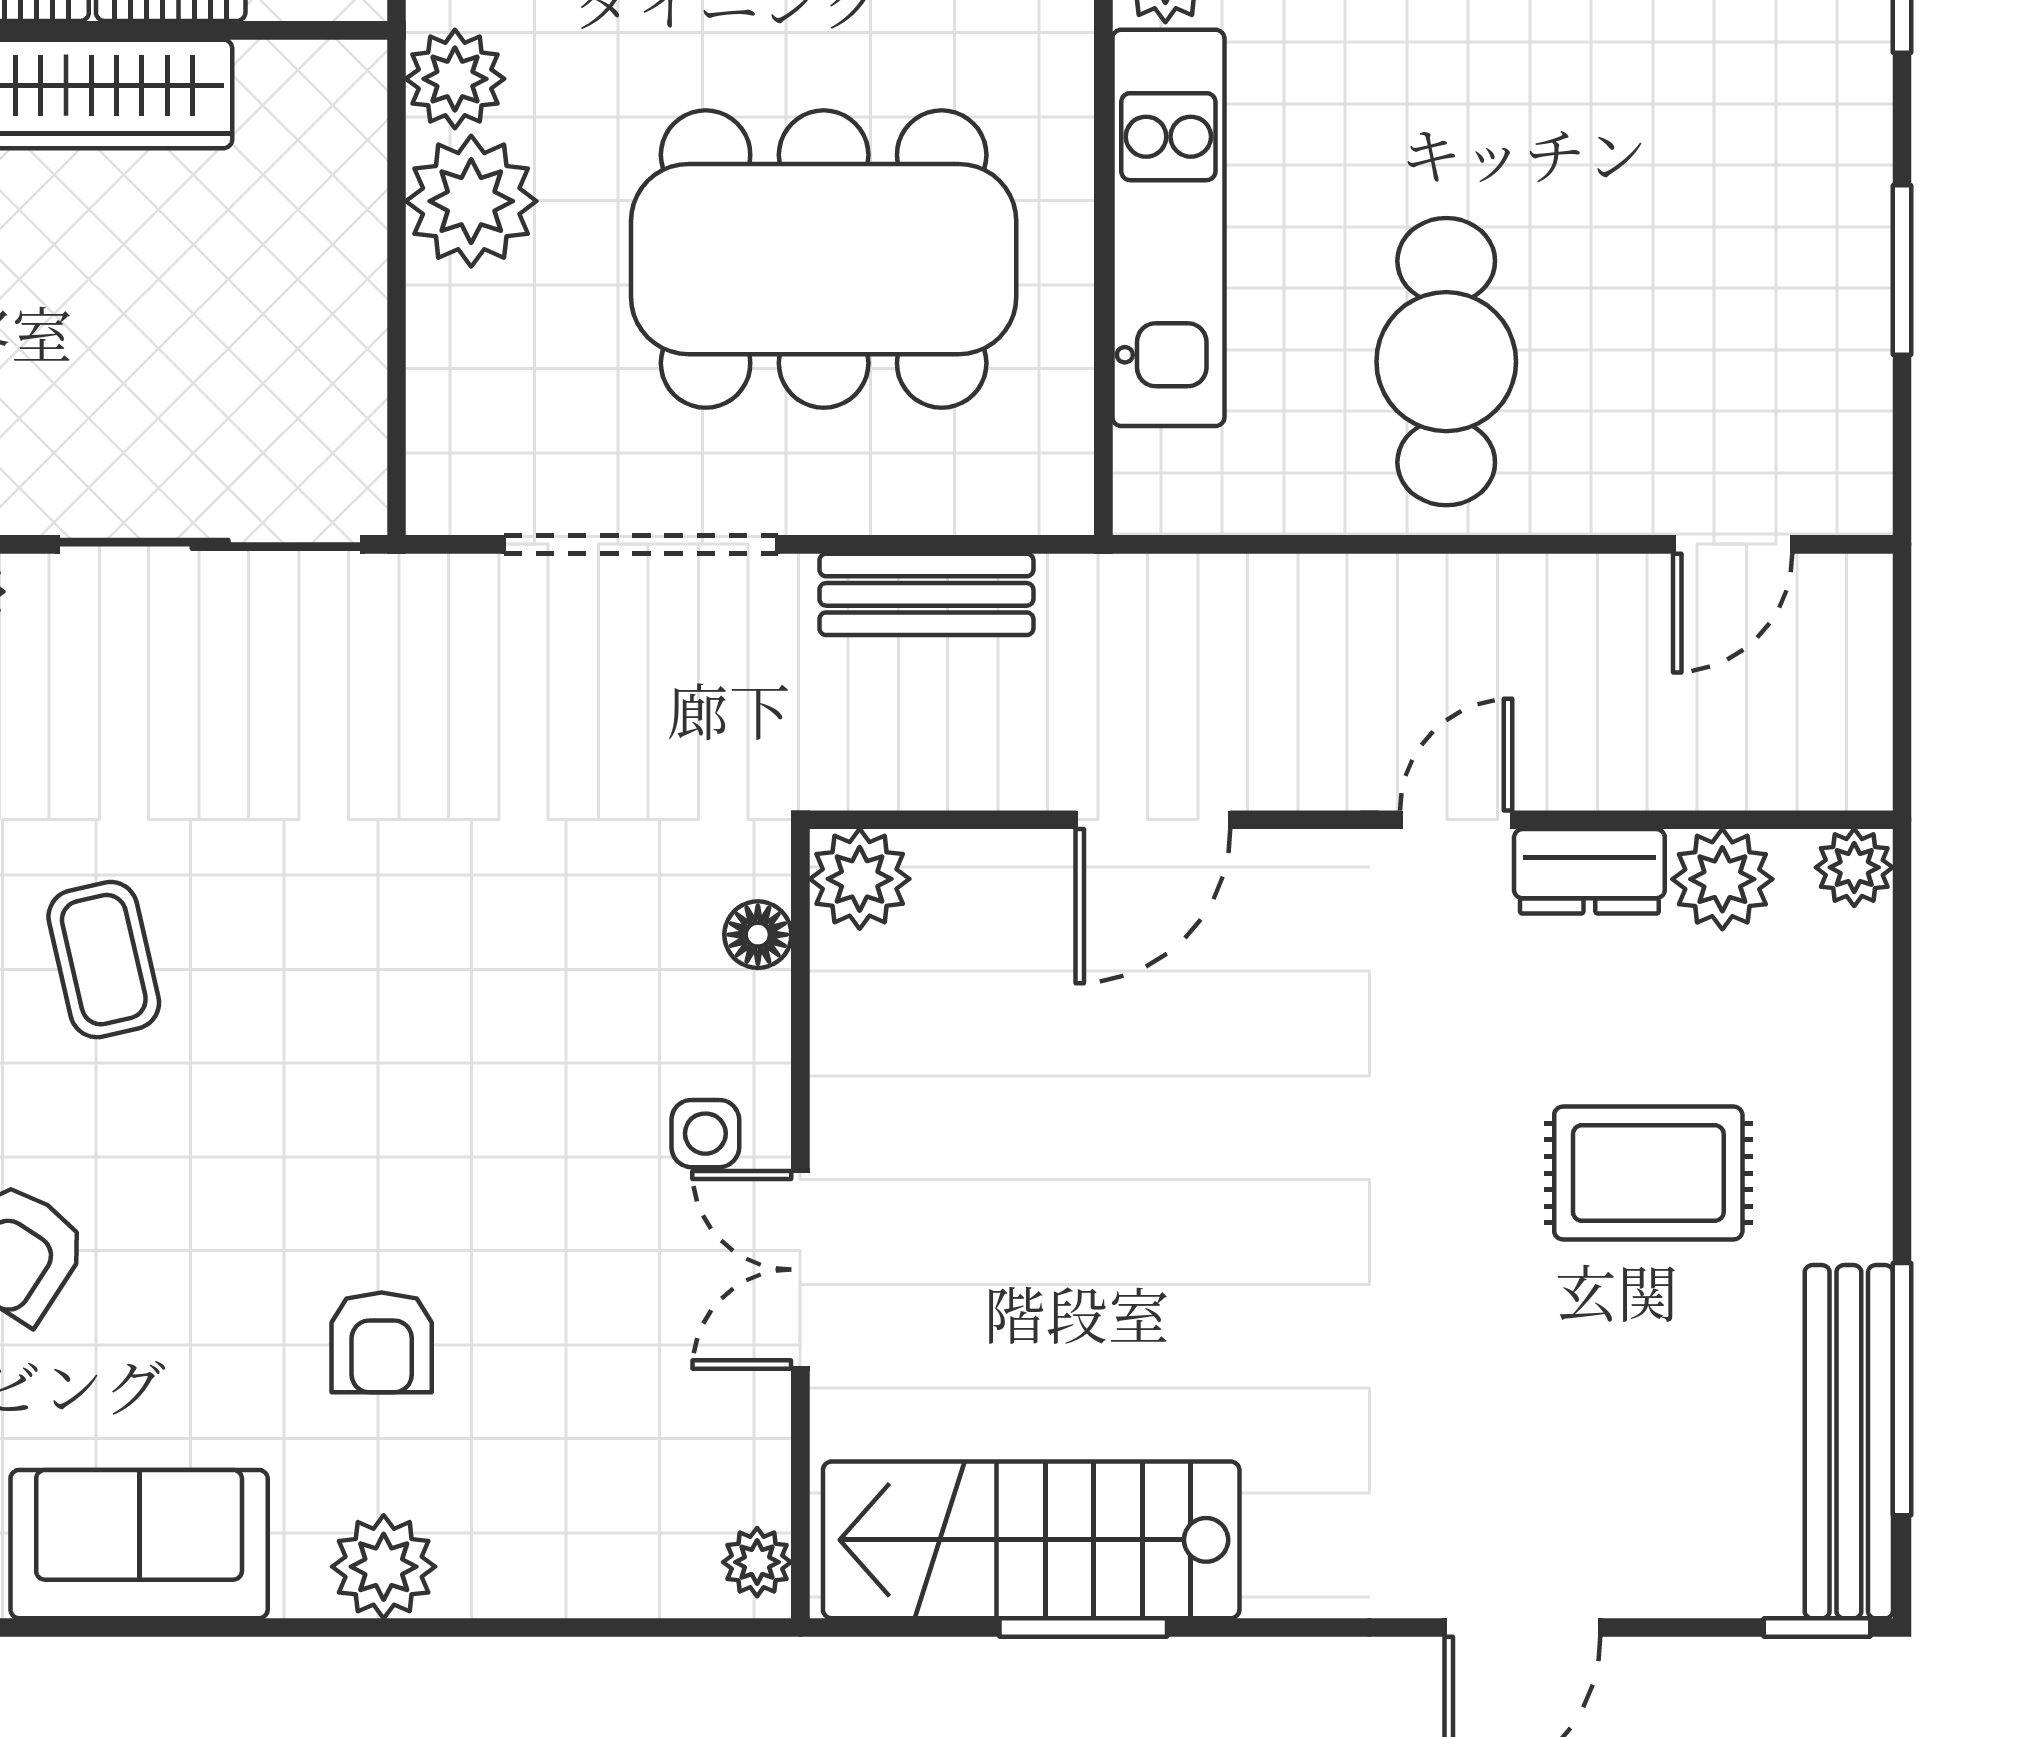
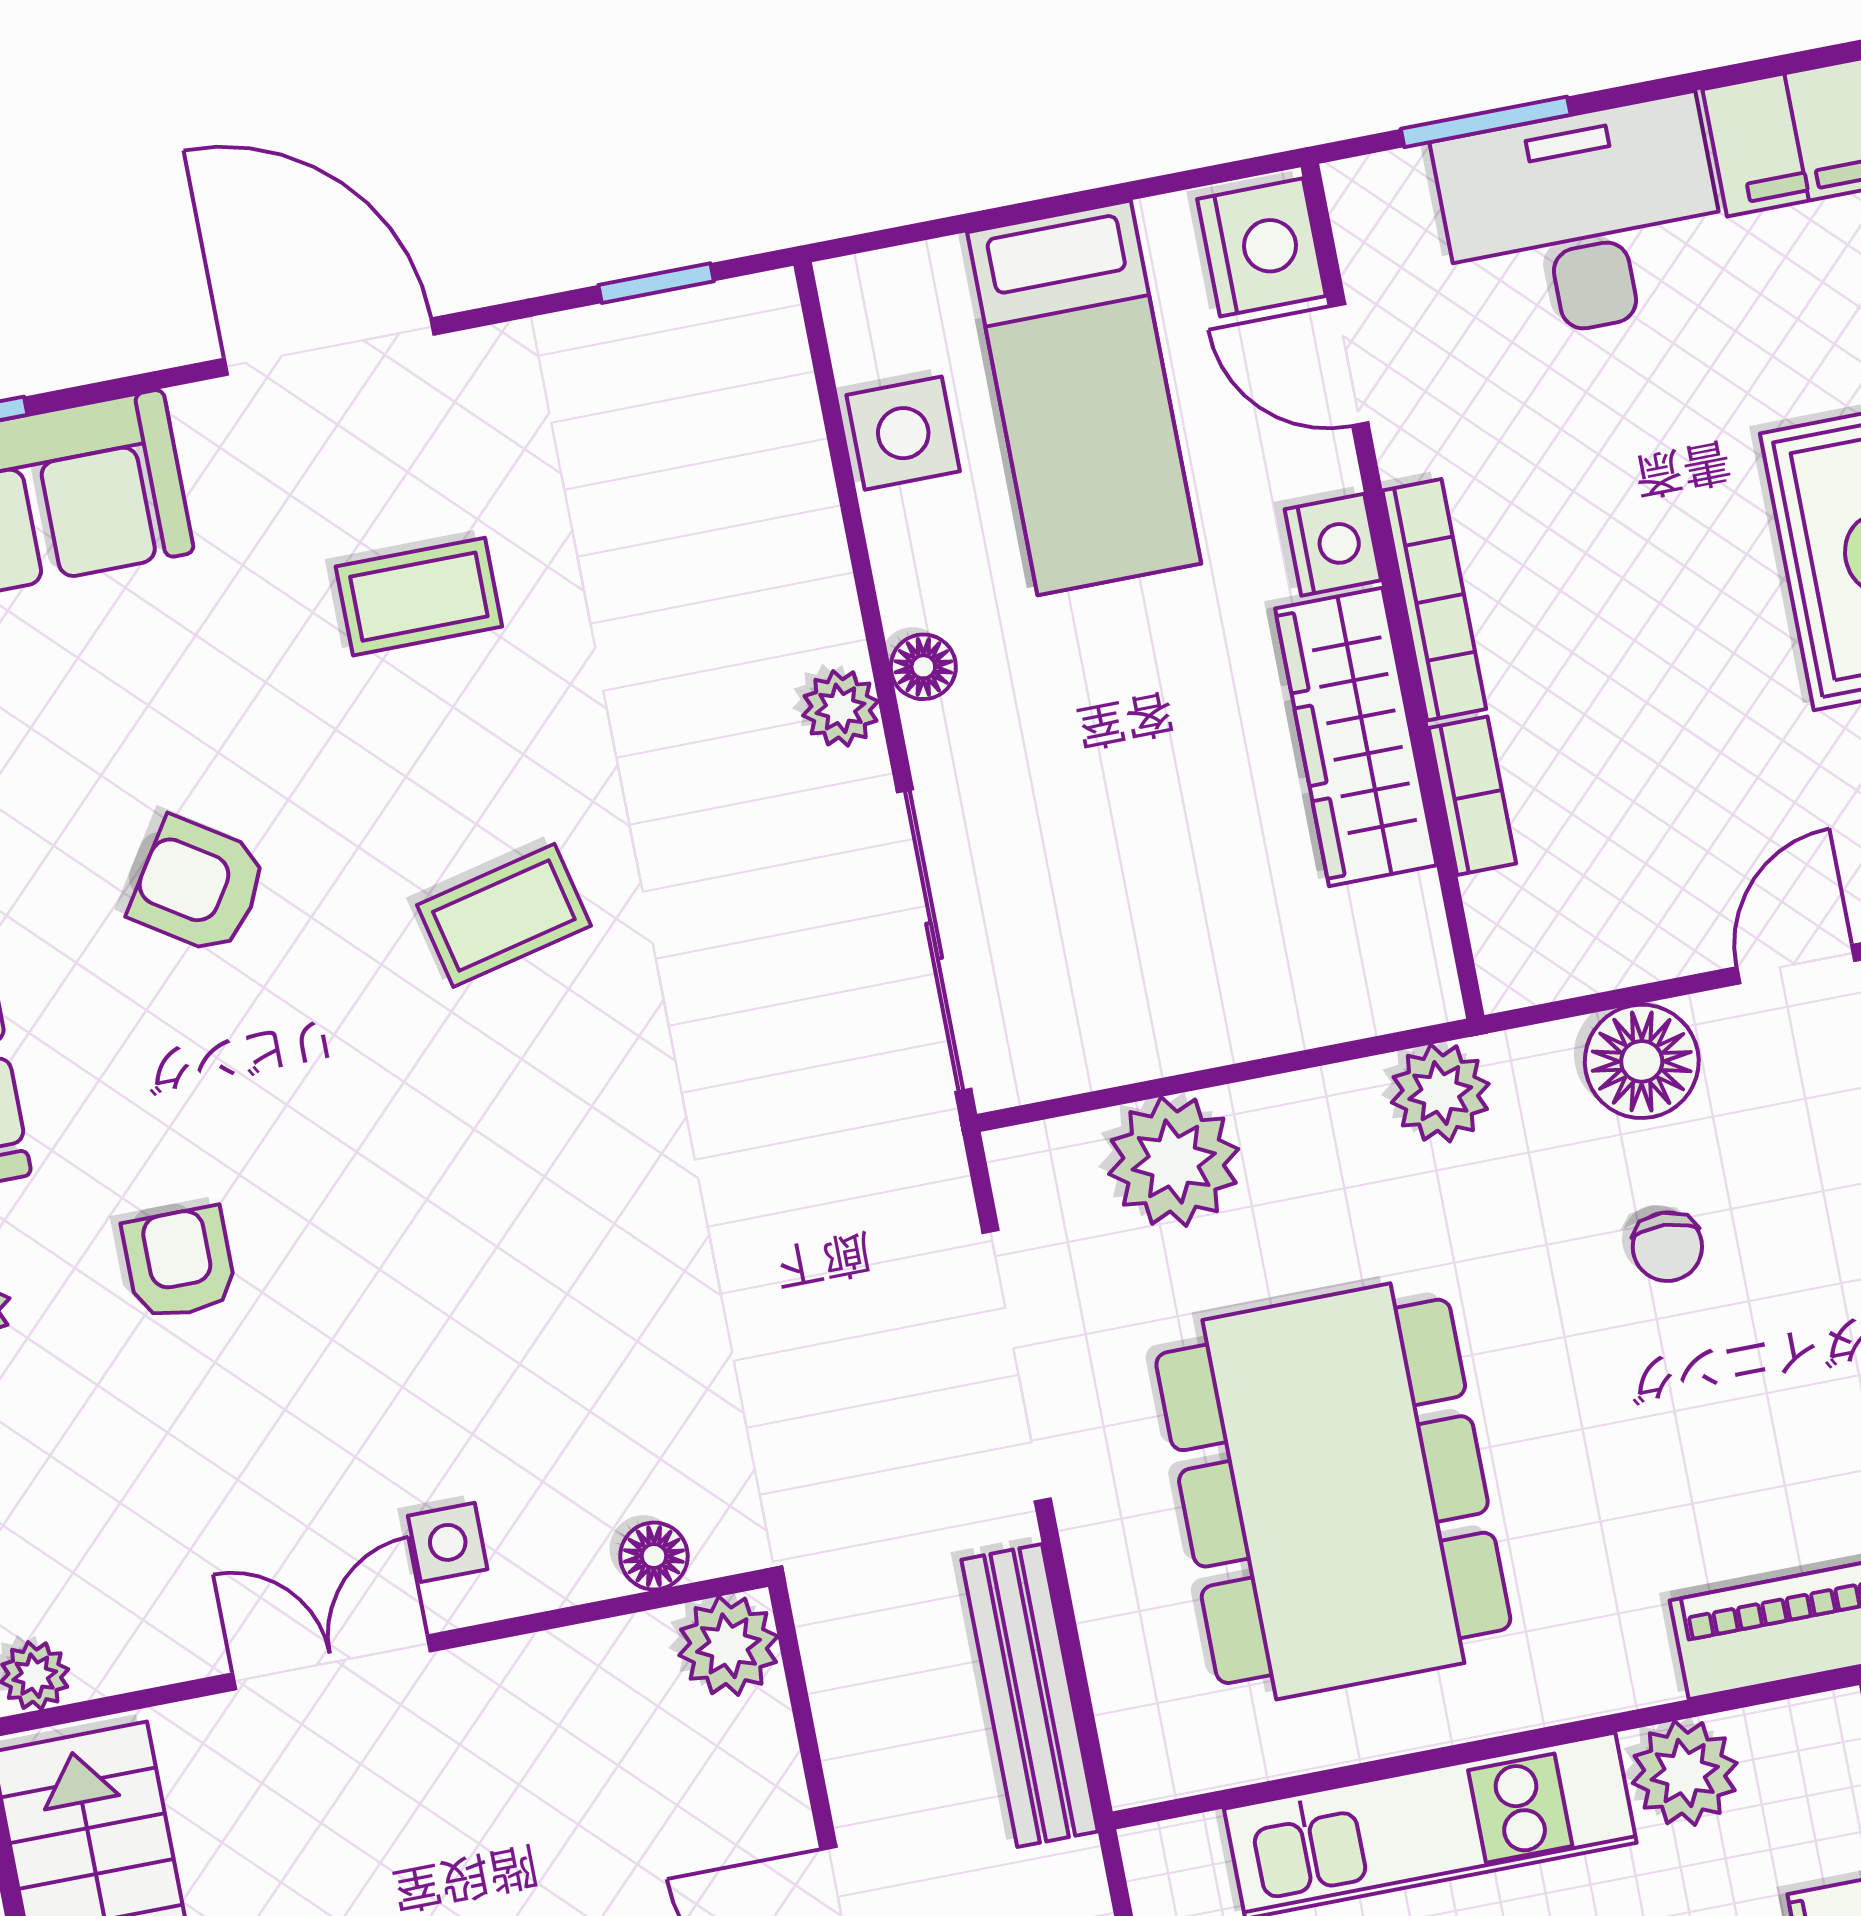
plant: (471, 201) -> (1174, 1162), moved
bench: (926, 594) -> (1030, 1696), width x1.36
armchair: (382, 1342) -> (179, 1263), turned 90

